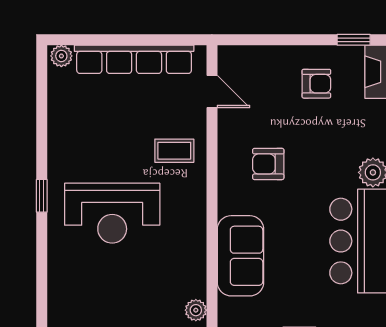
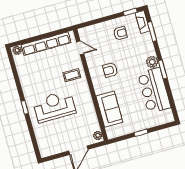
reception desk: (112, 213) -> (54, 106), turned 180

